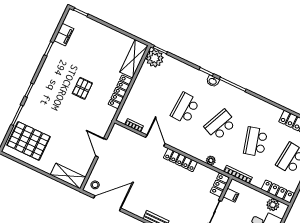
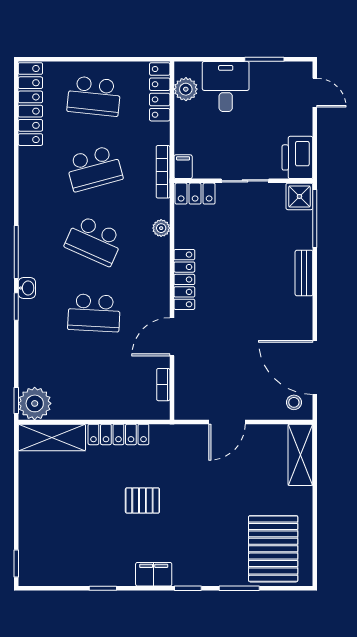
filing cabinet: (64, 35) -> (154, 574), moved
filing cabinet: (231, 195) -> (183, 167), moved

